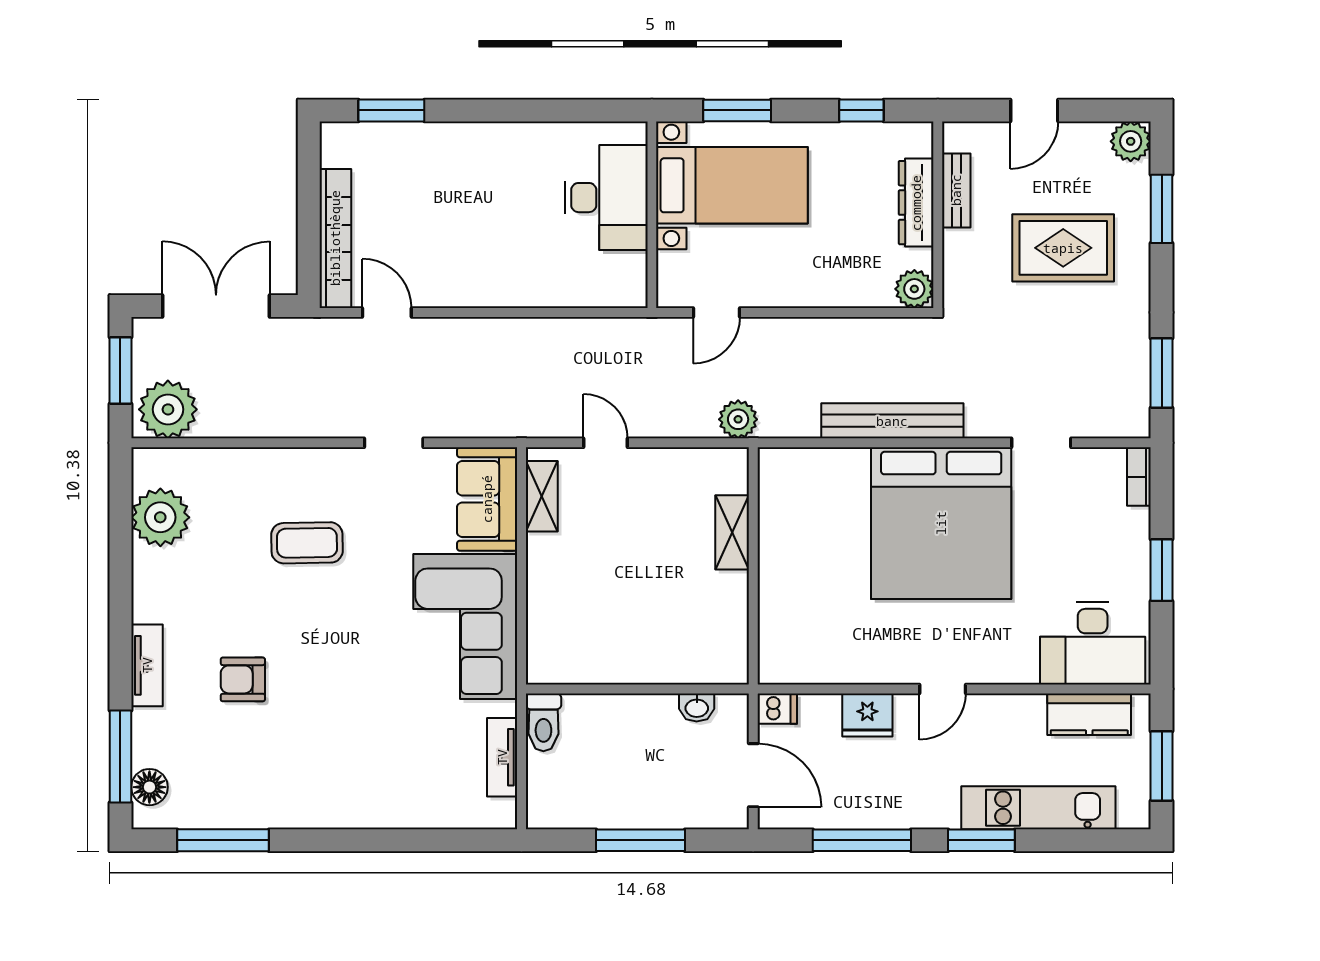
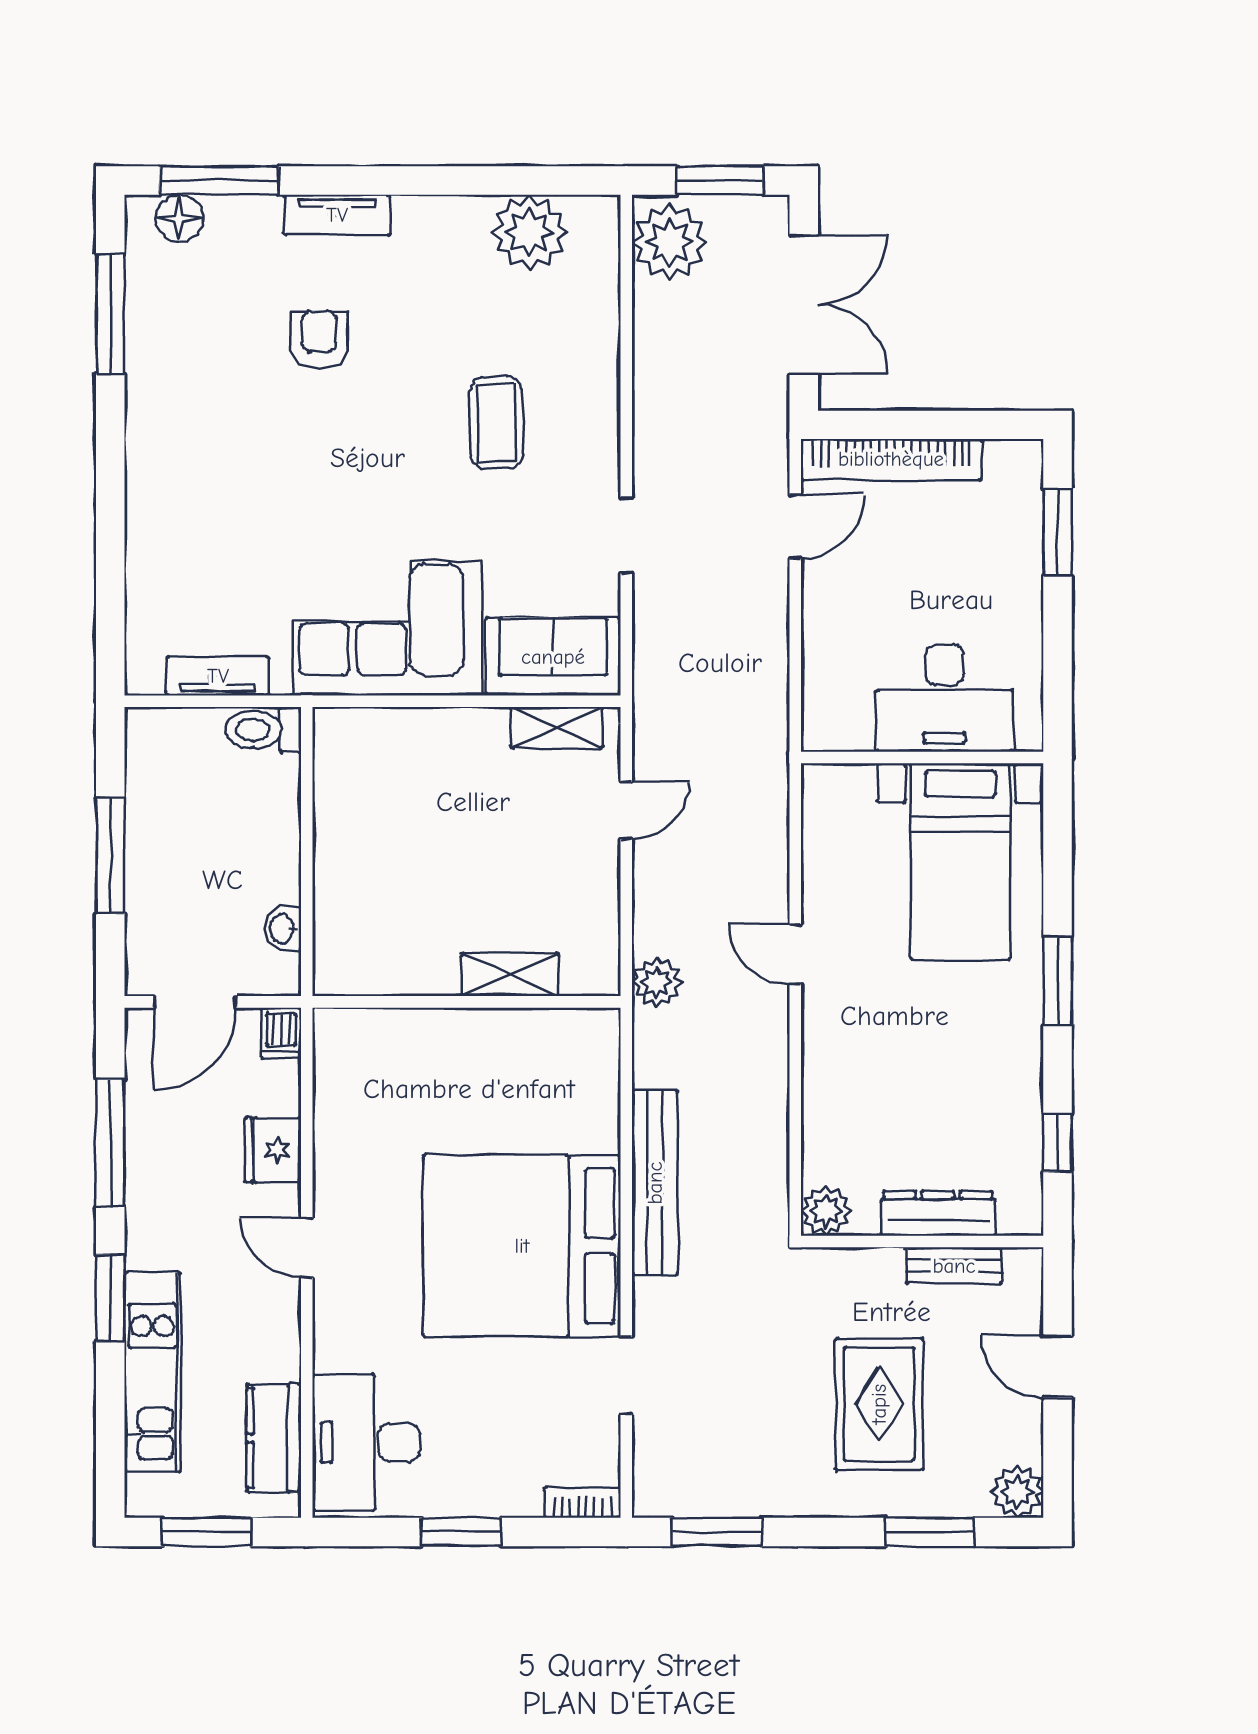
bed with nightstands: (732, 185) -> (960, 862), moved
desk: (606, 198) -> (944, 698), moved
wall: (652, 215) -> (922, 758), moved

